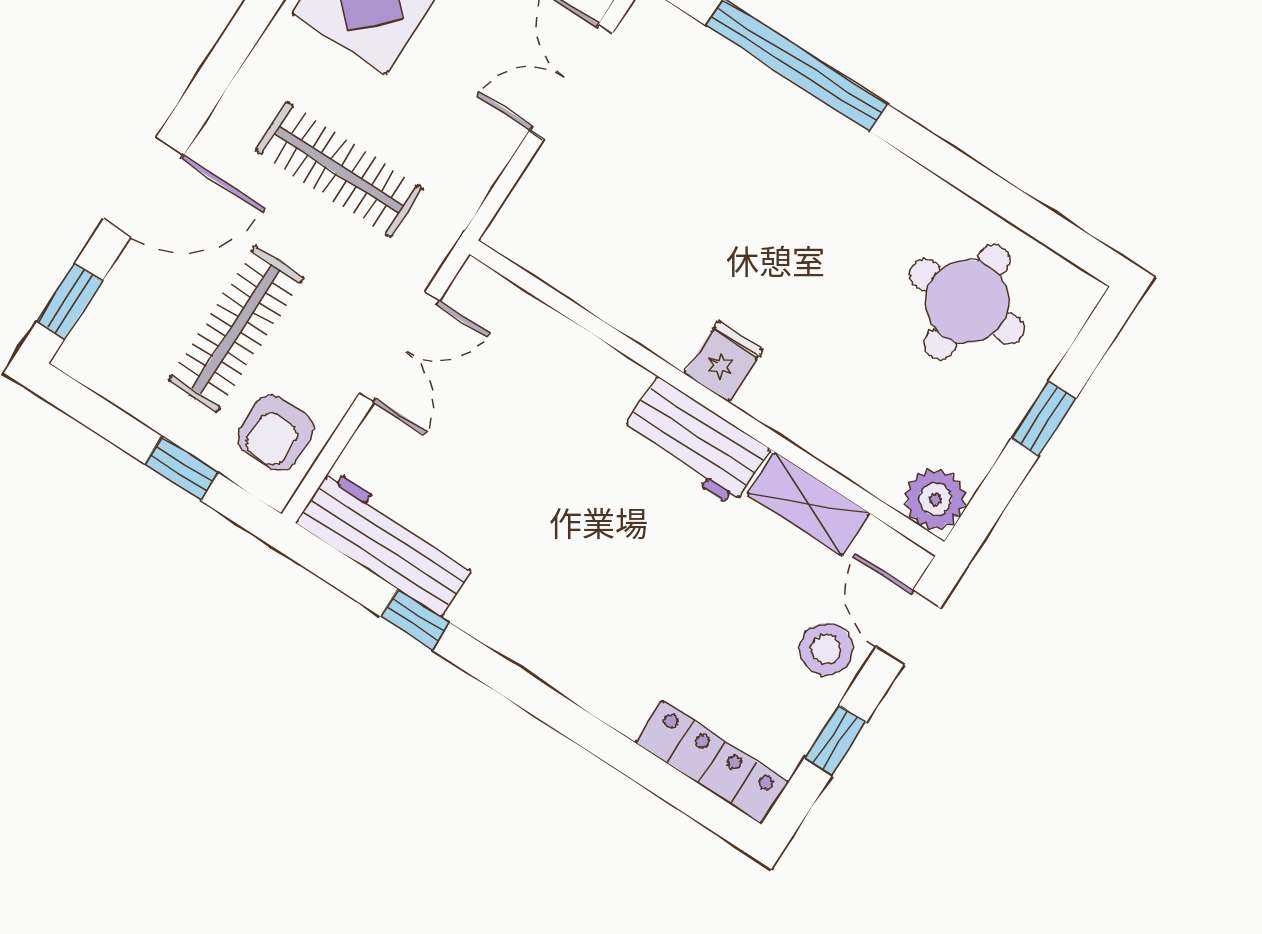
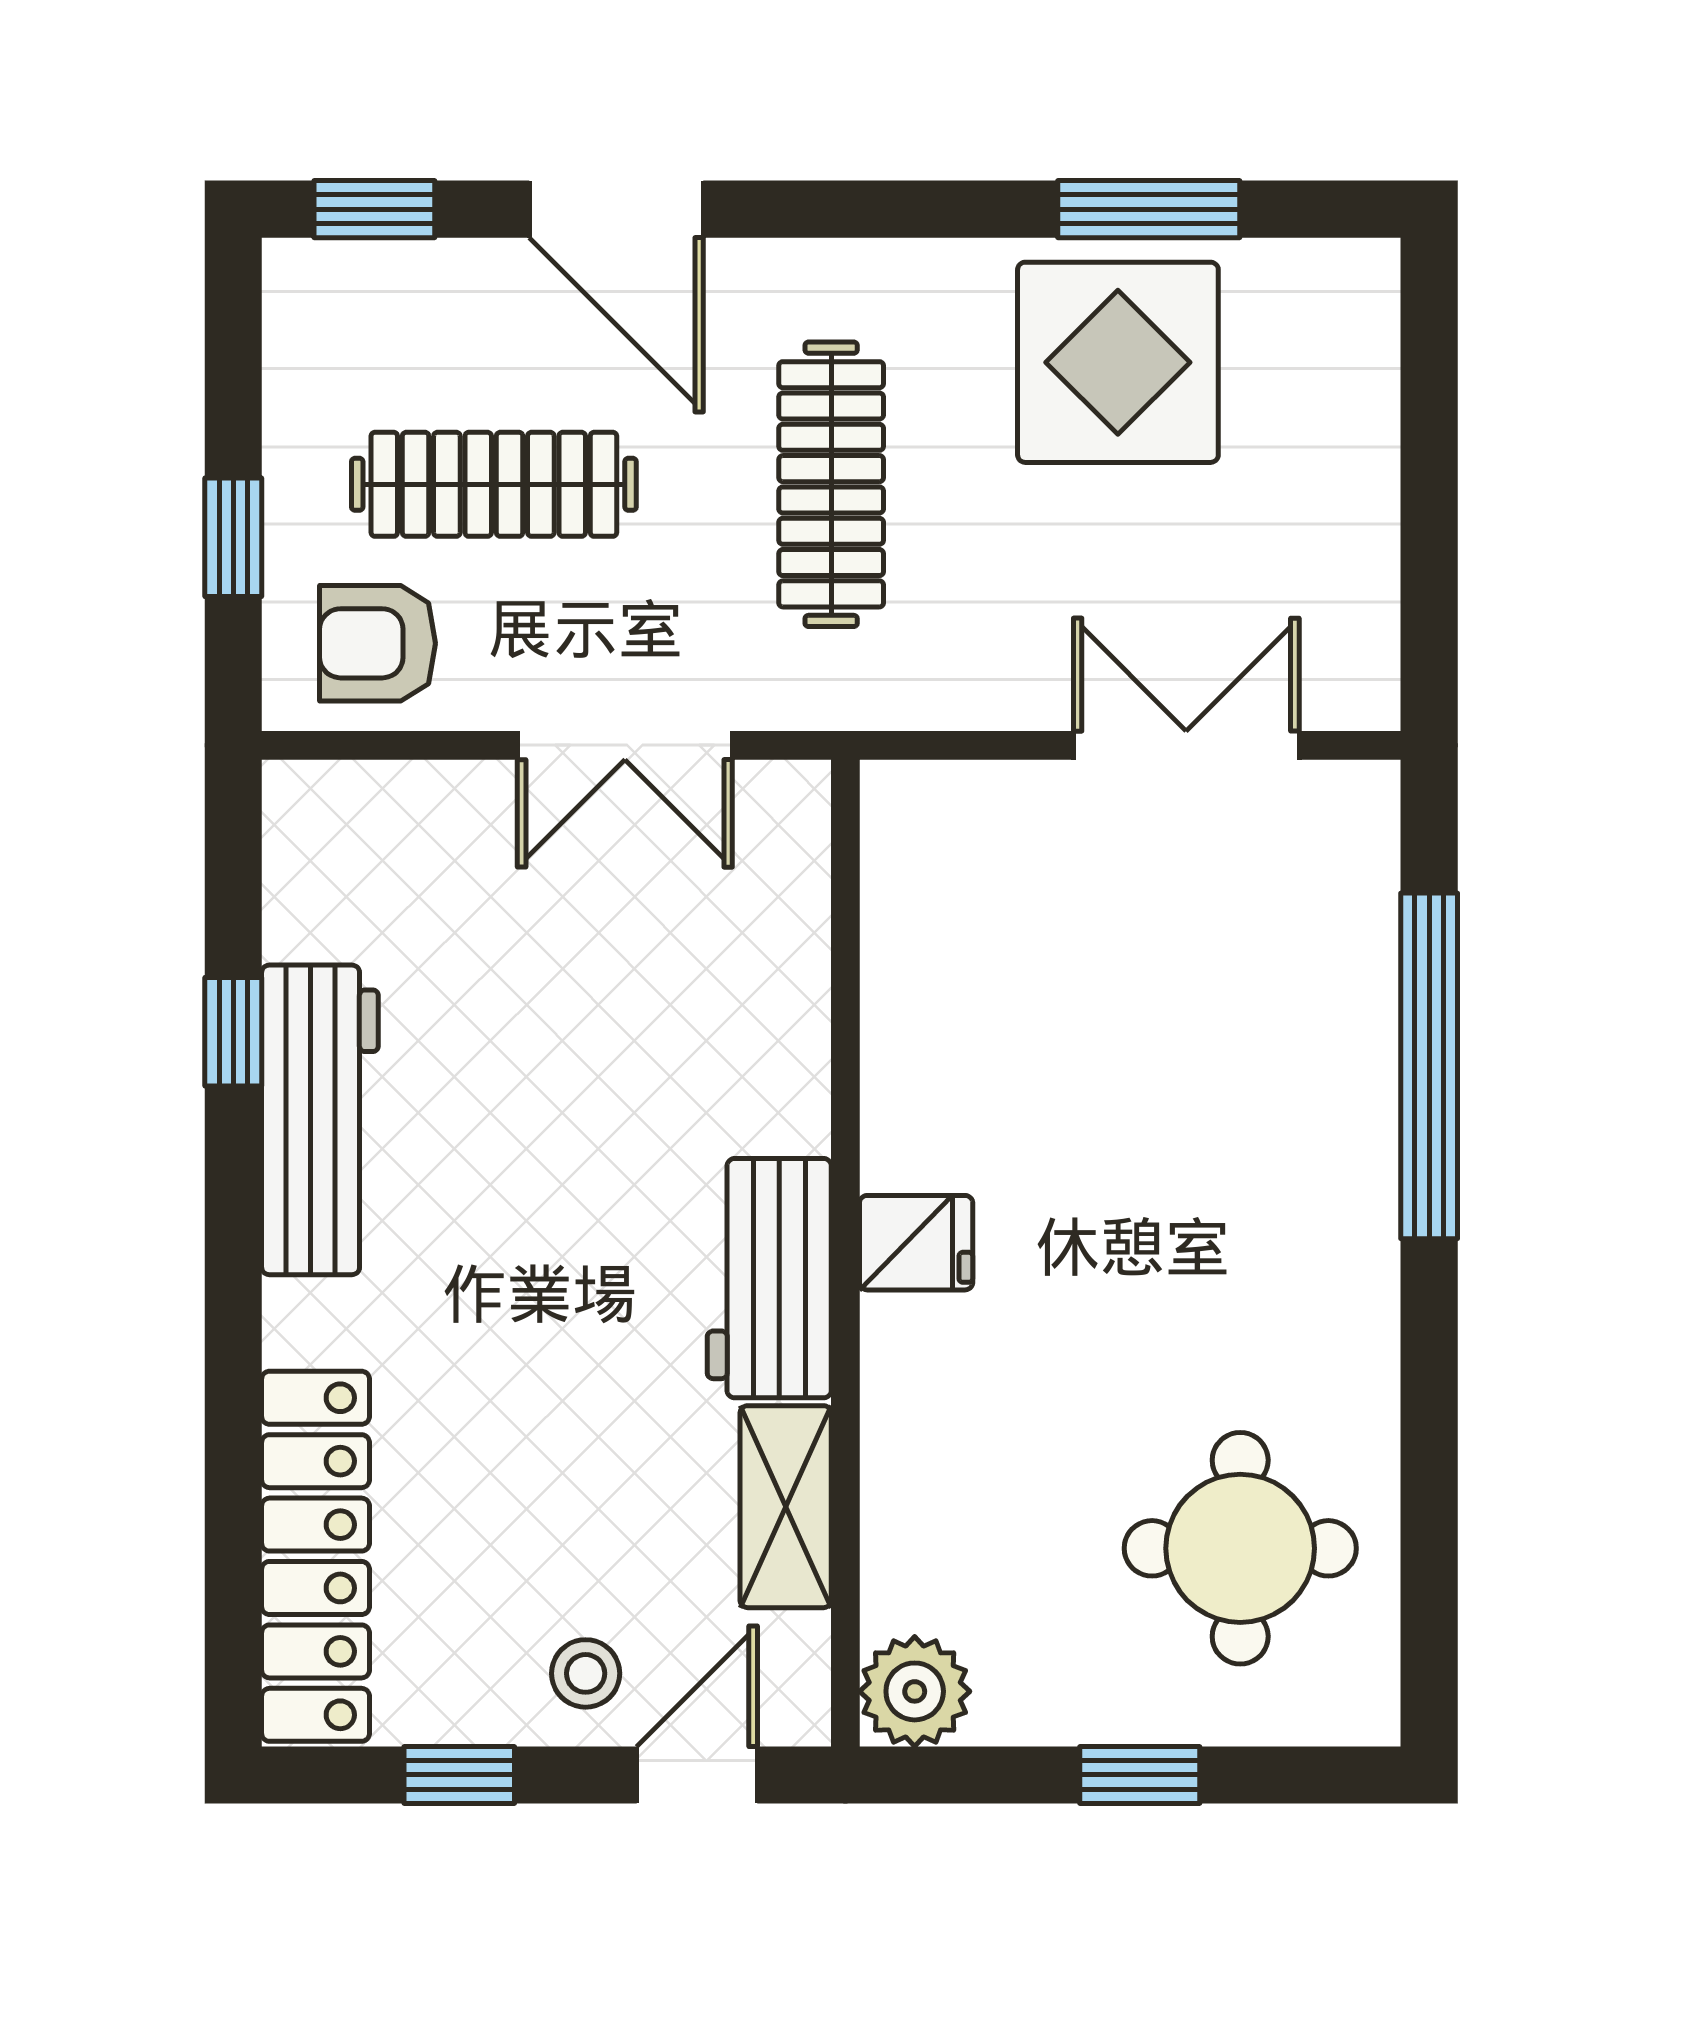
workbench: (386, 543) -> (320, 1120), moved
stool: (826, 649) -> (586, 1673), width x0.73, depth x0.73
locker: (712, 762) -> (316, 1556), width x1.41, depth x1.21

